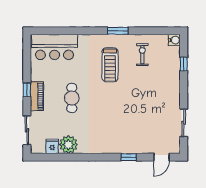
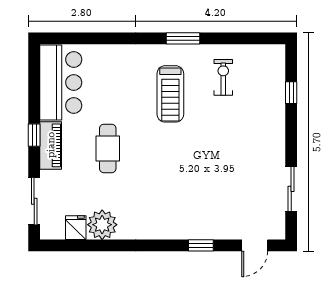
water cooler: (174, 40) -> (276, 53), removed
bar counter: (54, 47) -> (61, 83), moved, turned -90

